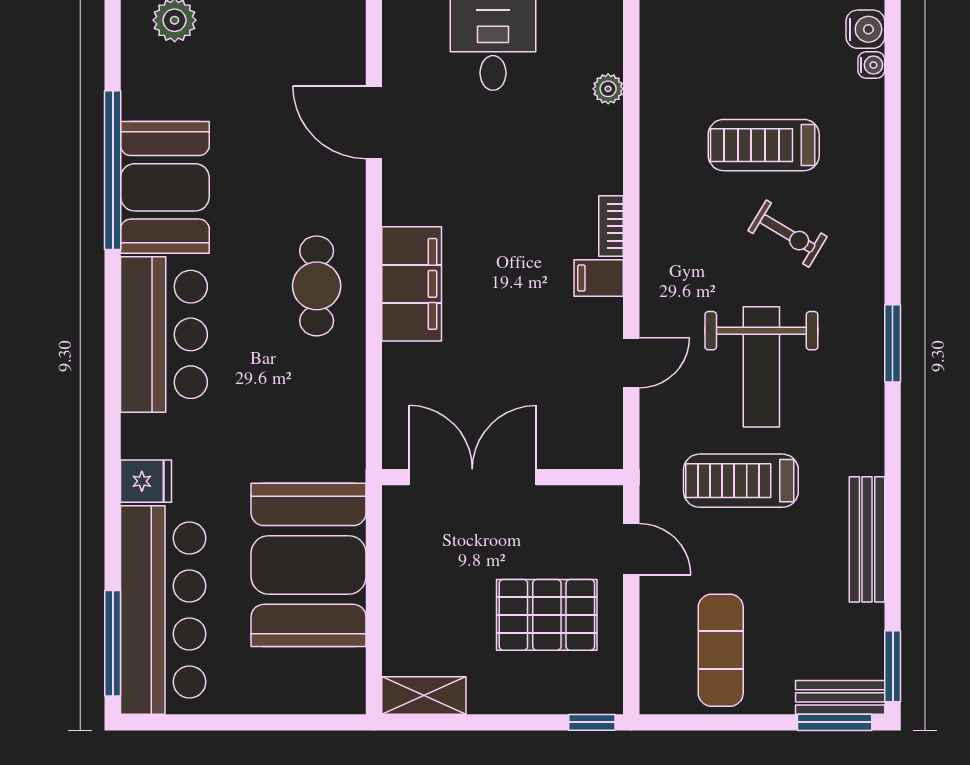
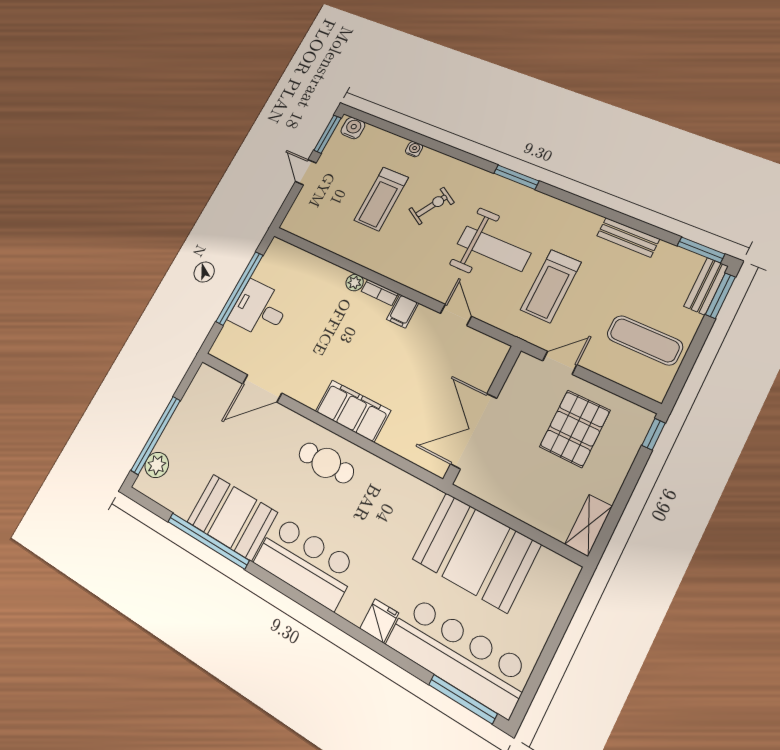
water cooler: (871, 65) -> (414, 149), moved
plant: (608, 89) -> (355, 283), moved
bench: (867, 539) -> (628, 237), width x0.73

